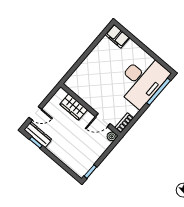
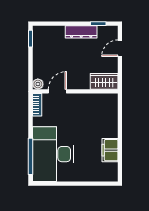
filing cabinet: (117, 36) -> (110, 150), moved, turned -90
wardrobe: (74, 107) -> (104, 81), moved
dresser: (38, 135) -> (81, 32), moved

